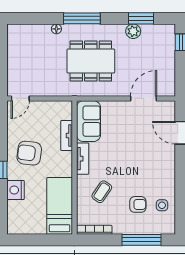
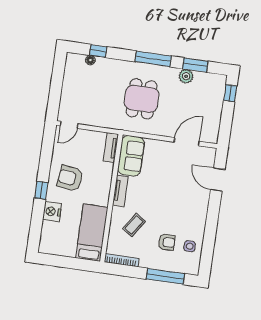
window: (39, 18) -> (98, 51), added
window: (82, 18) -> (153, 59), moved
floor lamp: (56, 29) -> (90, 60), moved
dining table: (91, 61) -> (142, 99), width x0.73
tv unit: (67, 135) -> (111, 148), moved

